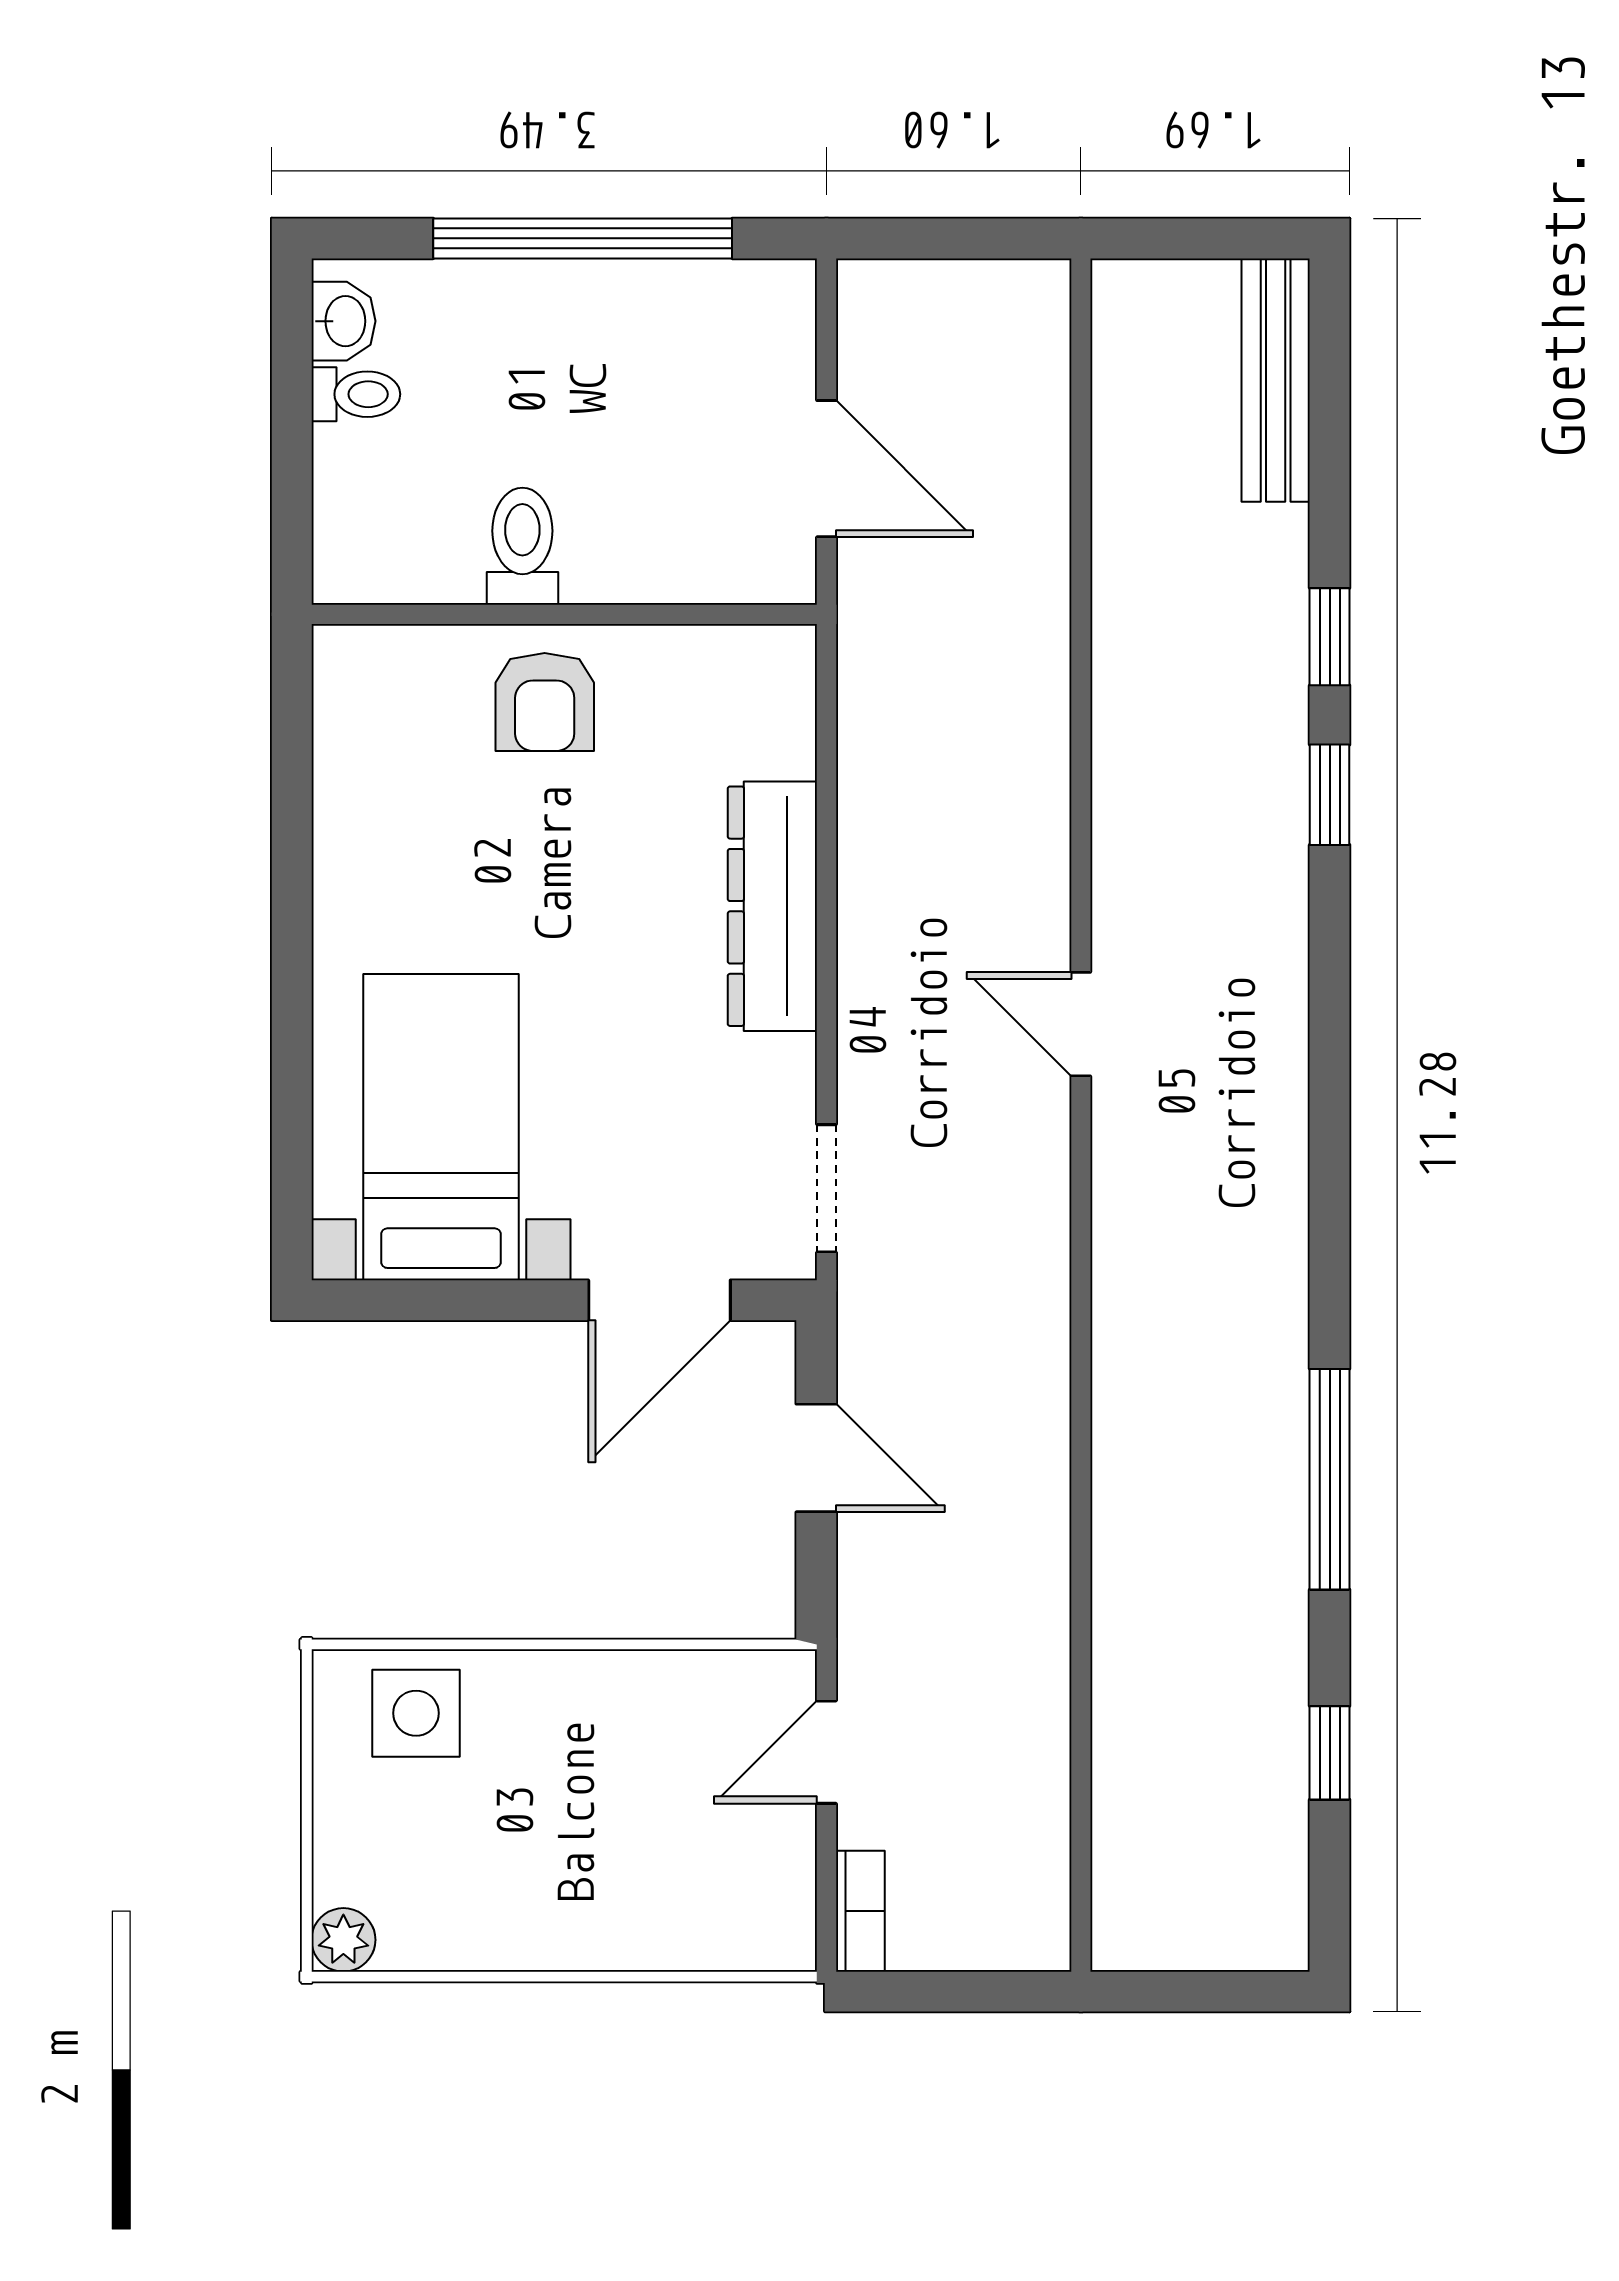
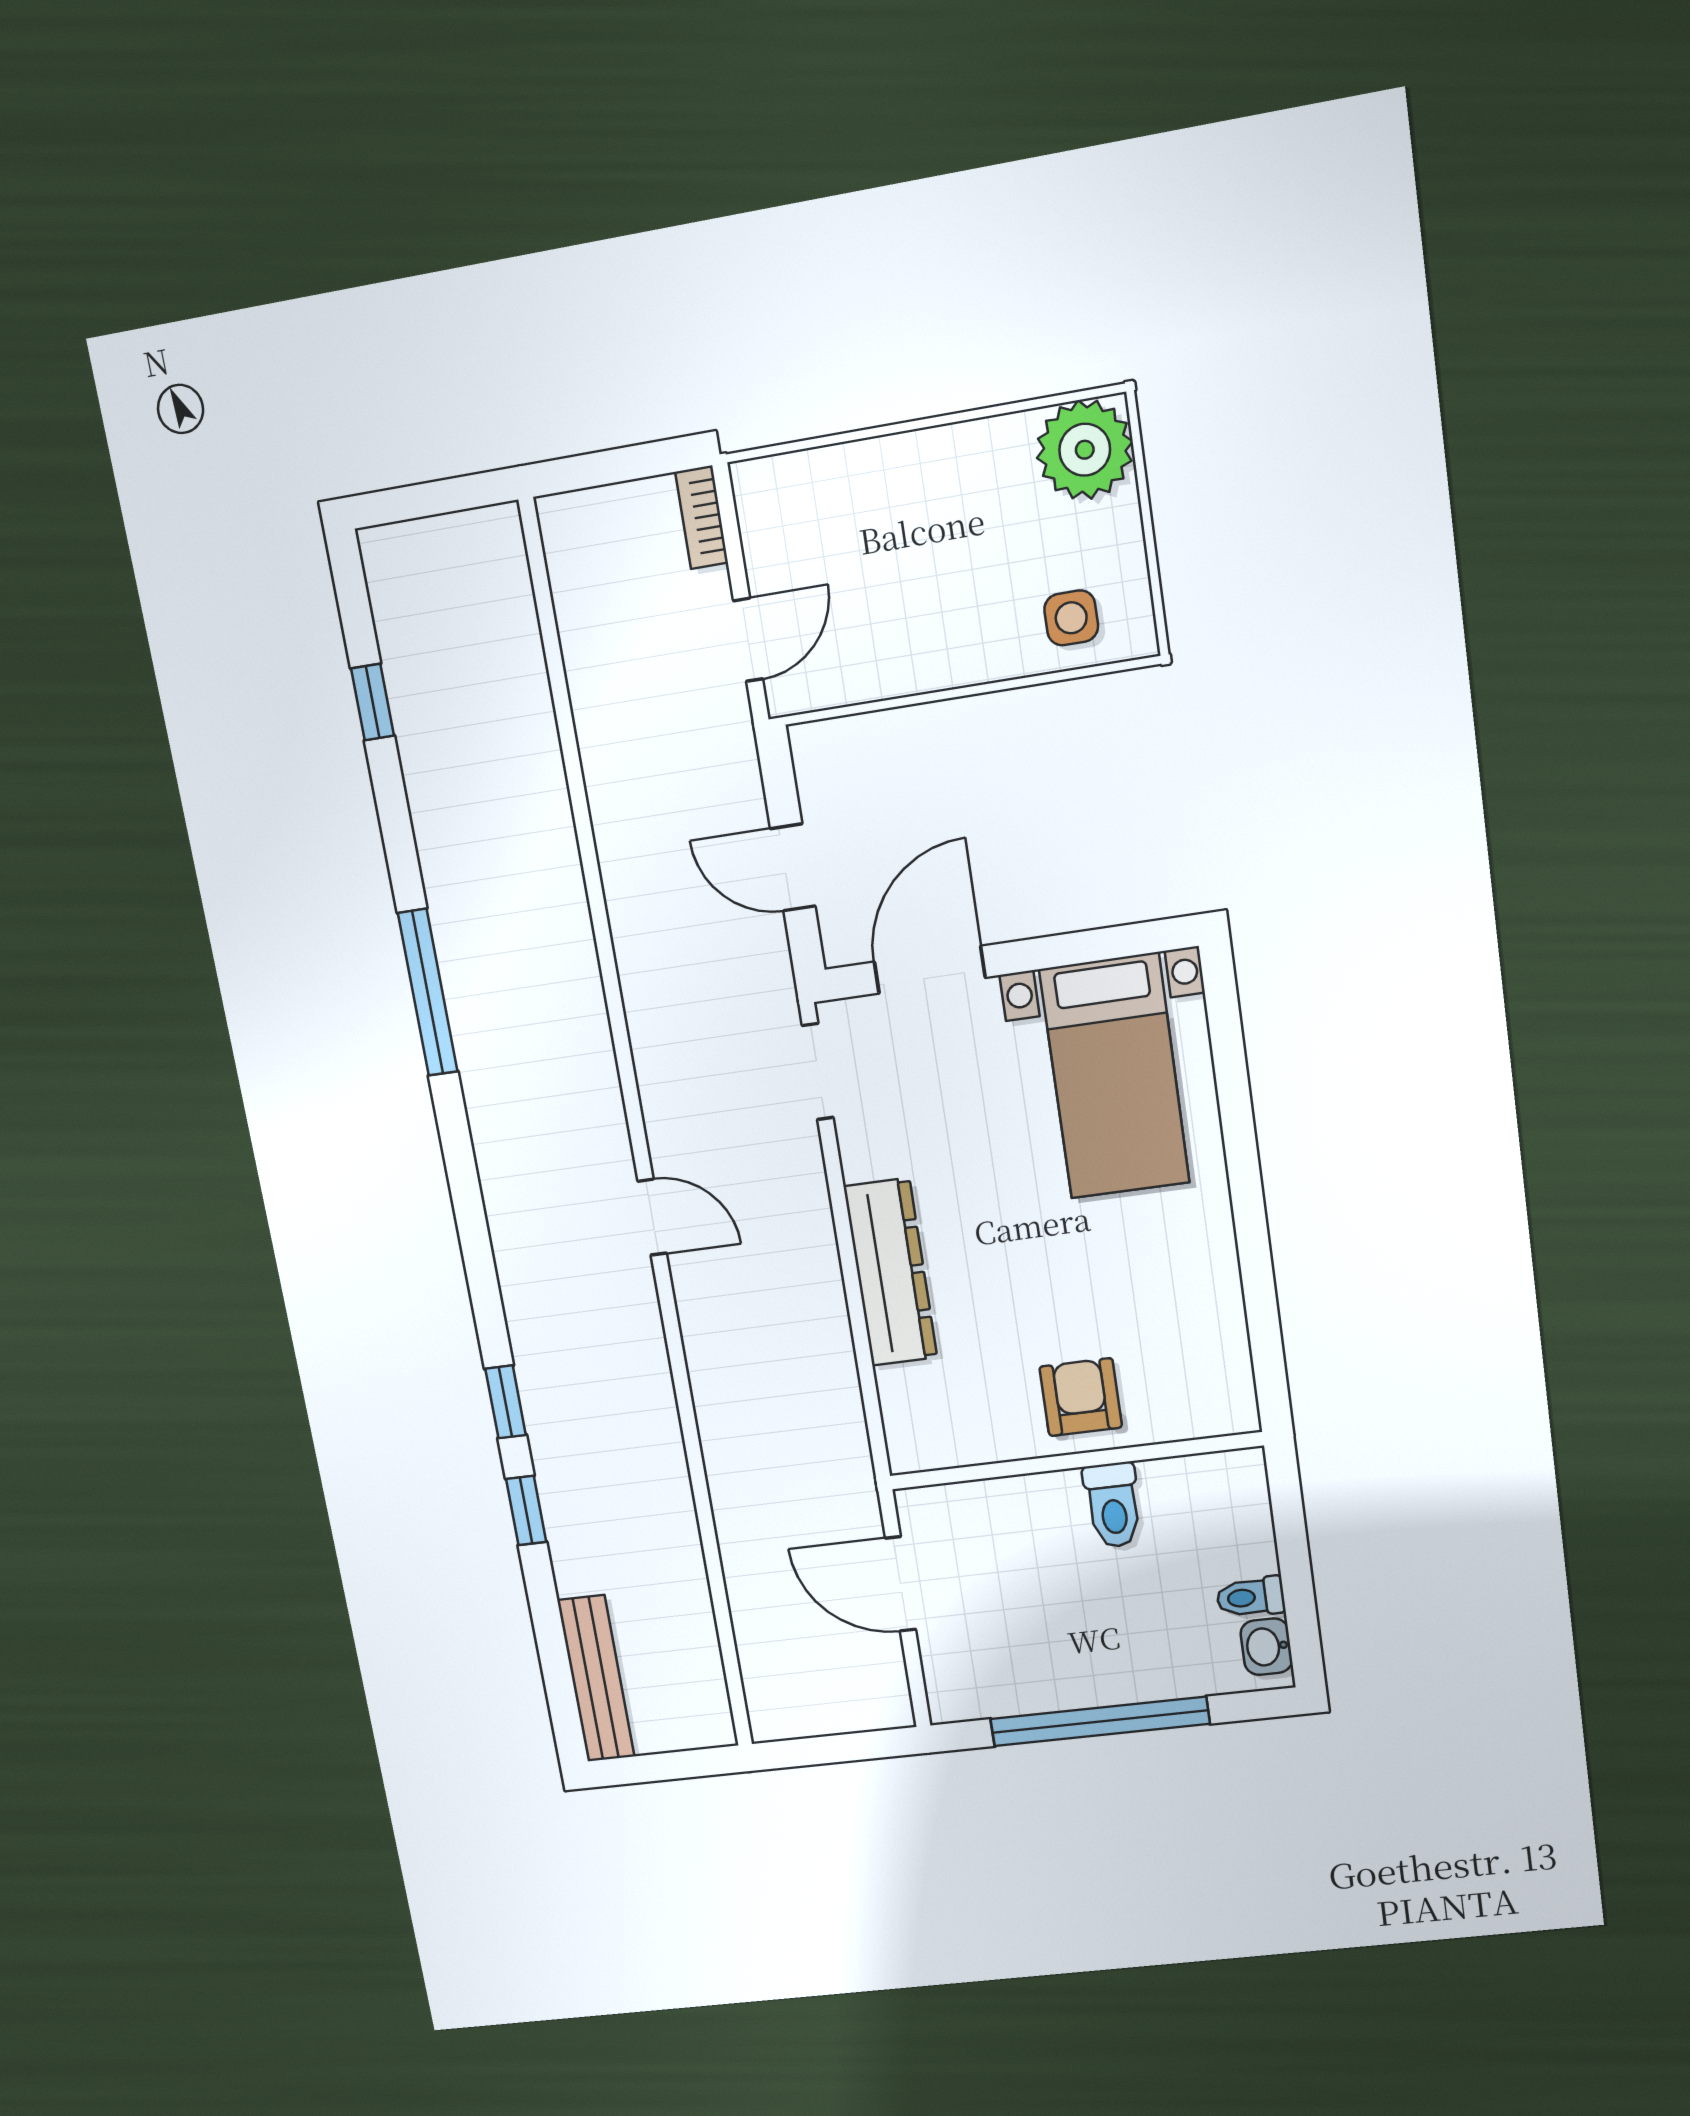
window: (1330, 1479) -> (428, 992), moved
side table: (416, 1713) -> (1071, 618), width x0.73, depth x0.73
plant: (343, 1940) -> (1085, 450), width x1.87, depth x1.87

